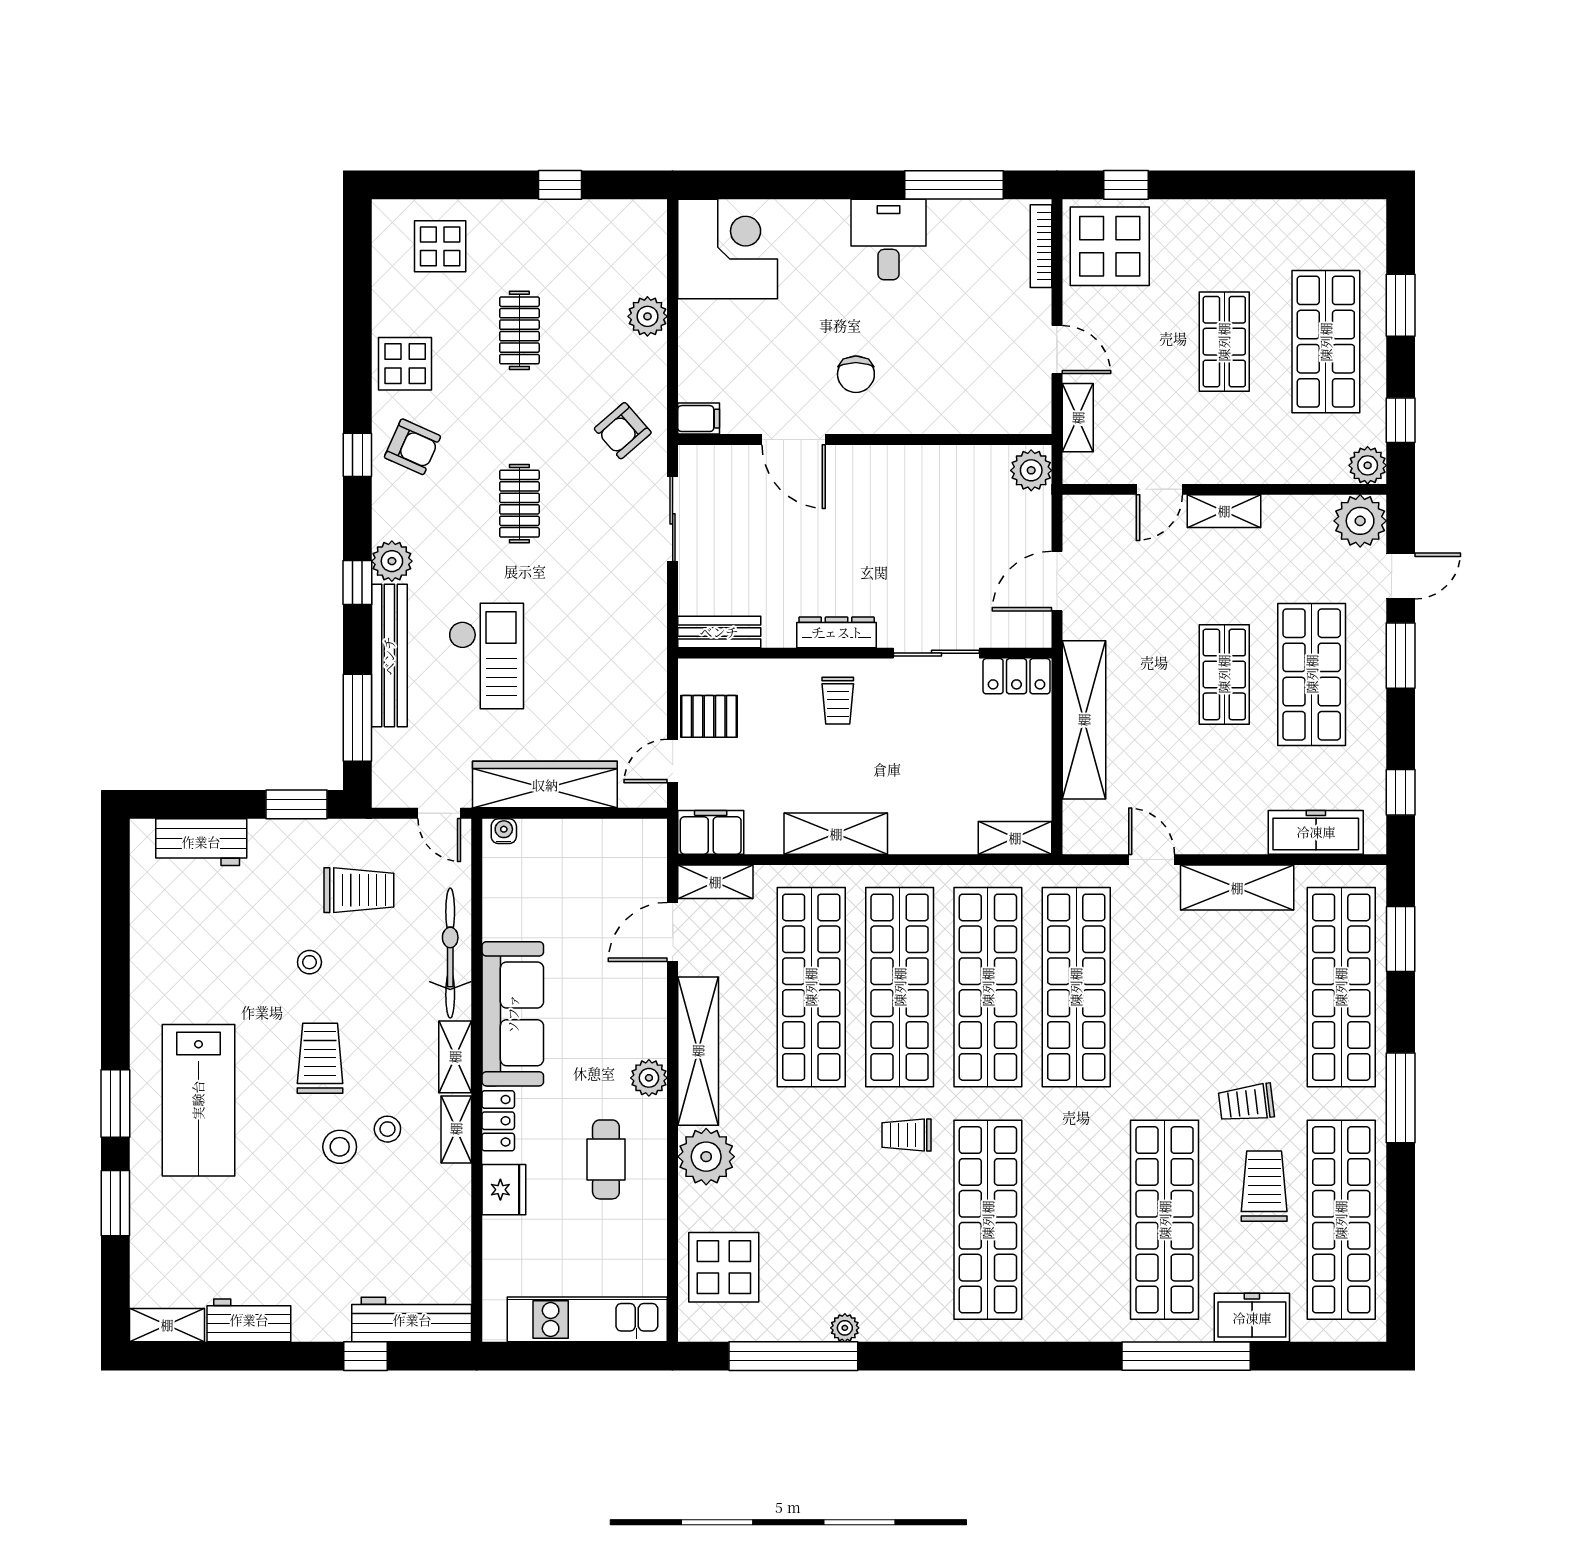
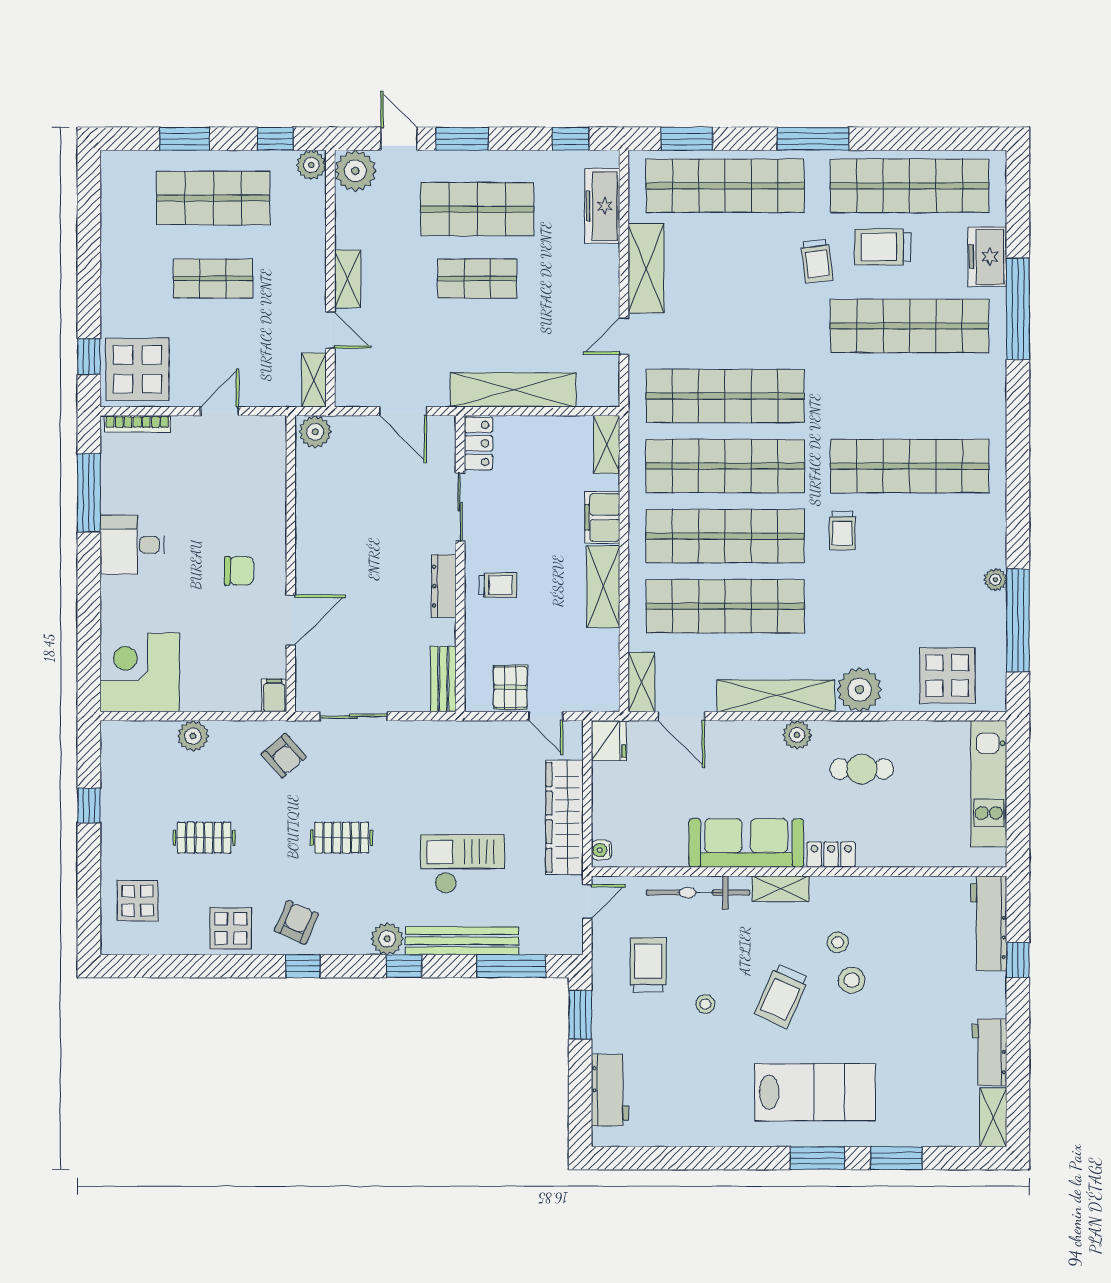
shelving: (1078, 418) -> (314, 380), moved, turned 90
filing cabinet: (711, 832) -> (602, 517), moved
trolley: (320, 1058) -> (782, 996), turned -66
shelving: (456, 1129) -> (838, 888), removed
fridge: (504, 1190) -> (609, 741), moved, turned 90

